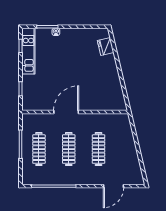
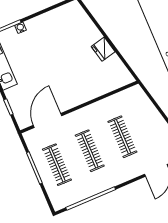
fridge: (106, 47) -> (103, 49), moved
door: (66, 112) -> (48, 120), moved

